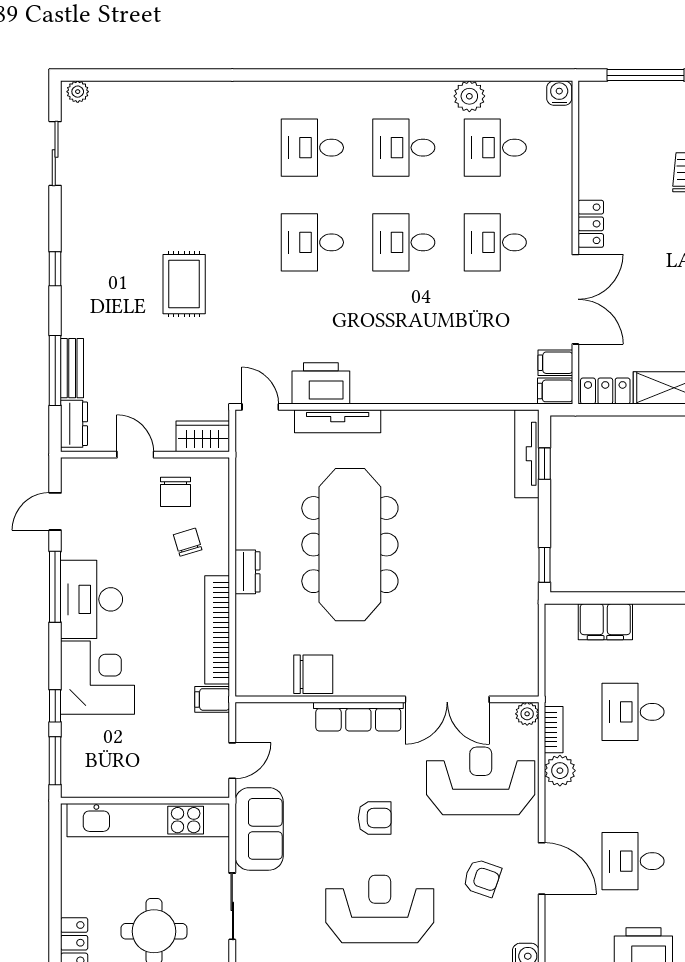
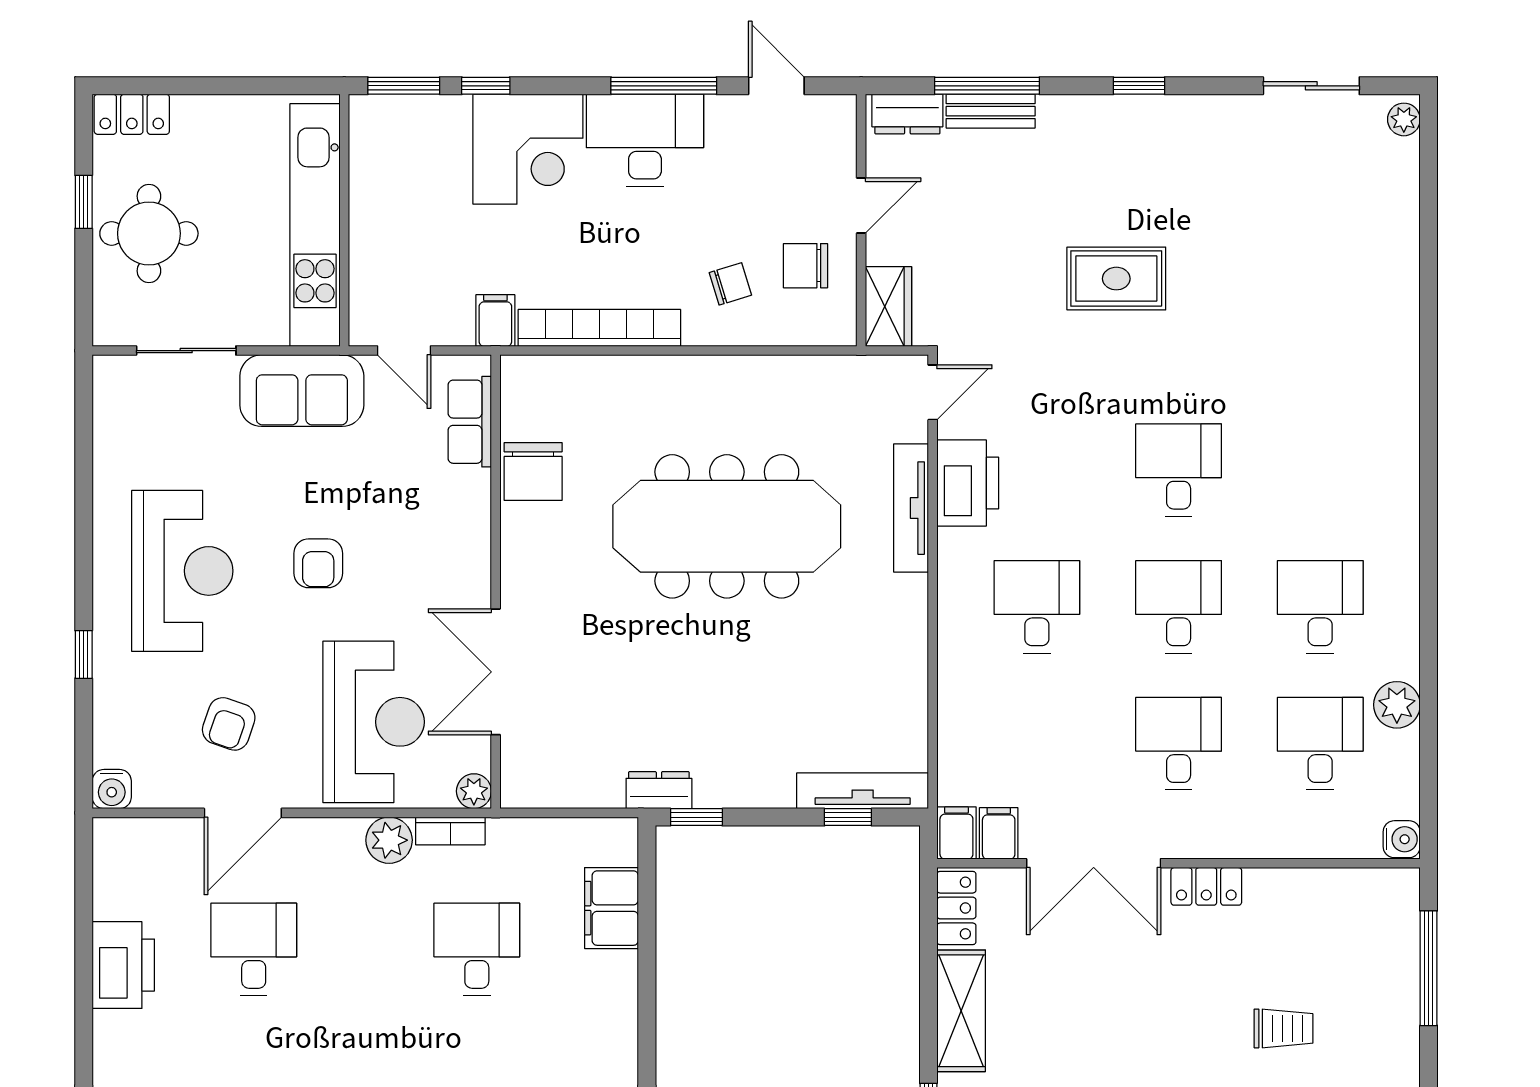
desk: (312, 148) -> (1037, 607), moved
dresser: (247, 572) -> (659, 790), moved, turned 180
row of seats: (358, 717) -> (470, 422), moved, width x0.68

